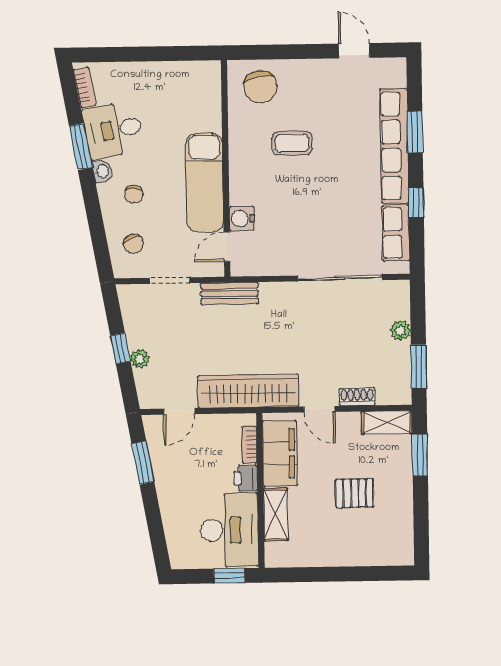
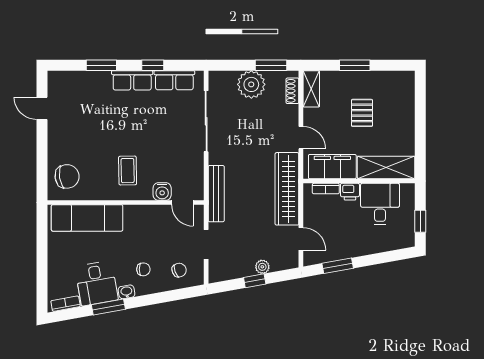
door: (354, 51) -> (42, 108), hinge flipped
coffee table: (292, 143) -> (128, 171), moved
row of seats: (394, 146) -> (132, 80), width x0.50
exam couch: (205, 183) -> (87, 218), moved
bench: (230, 294) -> (216, 194), width x1.36
plant: (400, 330) -> (251, 84), width x1.88, depth x1.88
shoe rack: (357, 397) -> (292, 91), moved
door: (319, 409) -> (301, 138), hinge flipped
window: (420, 455) -> (355, 65), moved
shelving: (276, 514) -> (386, 167), width x1.50, depth x1.33
desk: (229, 530) -> (380, 204), width x0.73
window: (229, 576) -> (420, 221), moved

